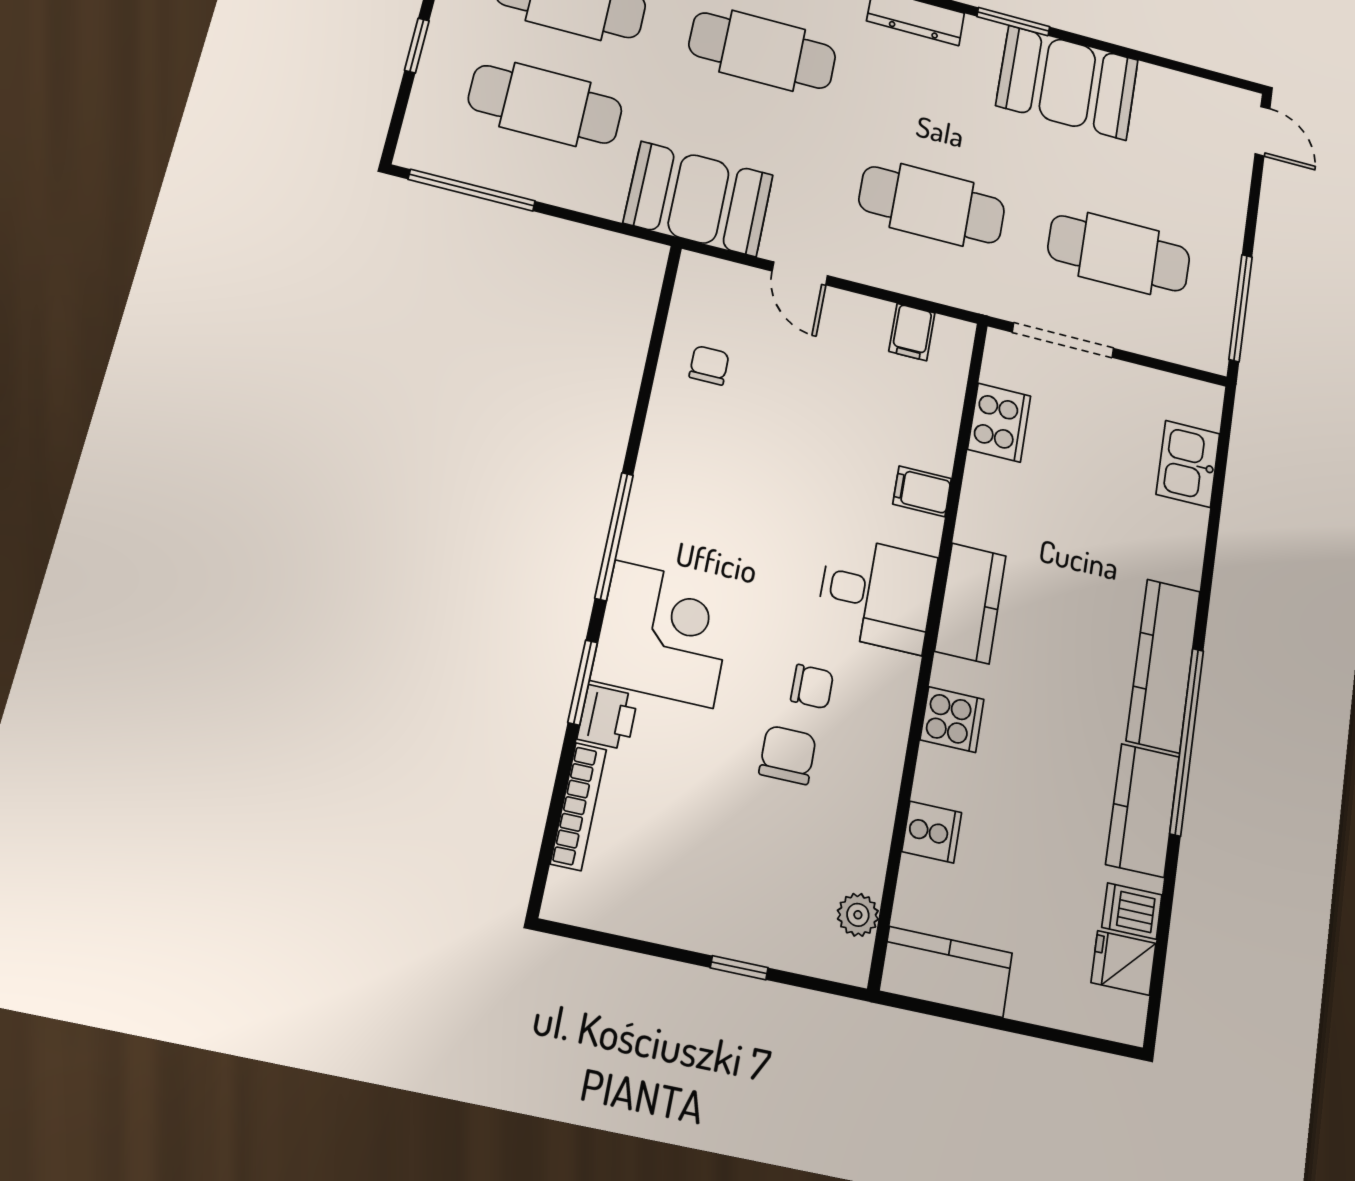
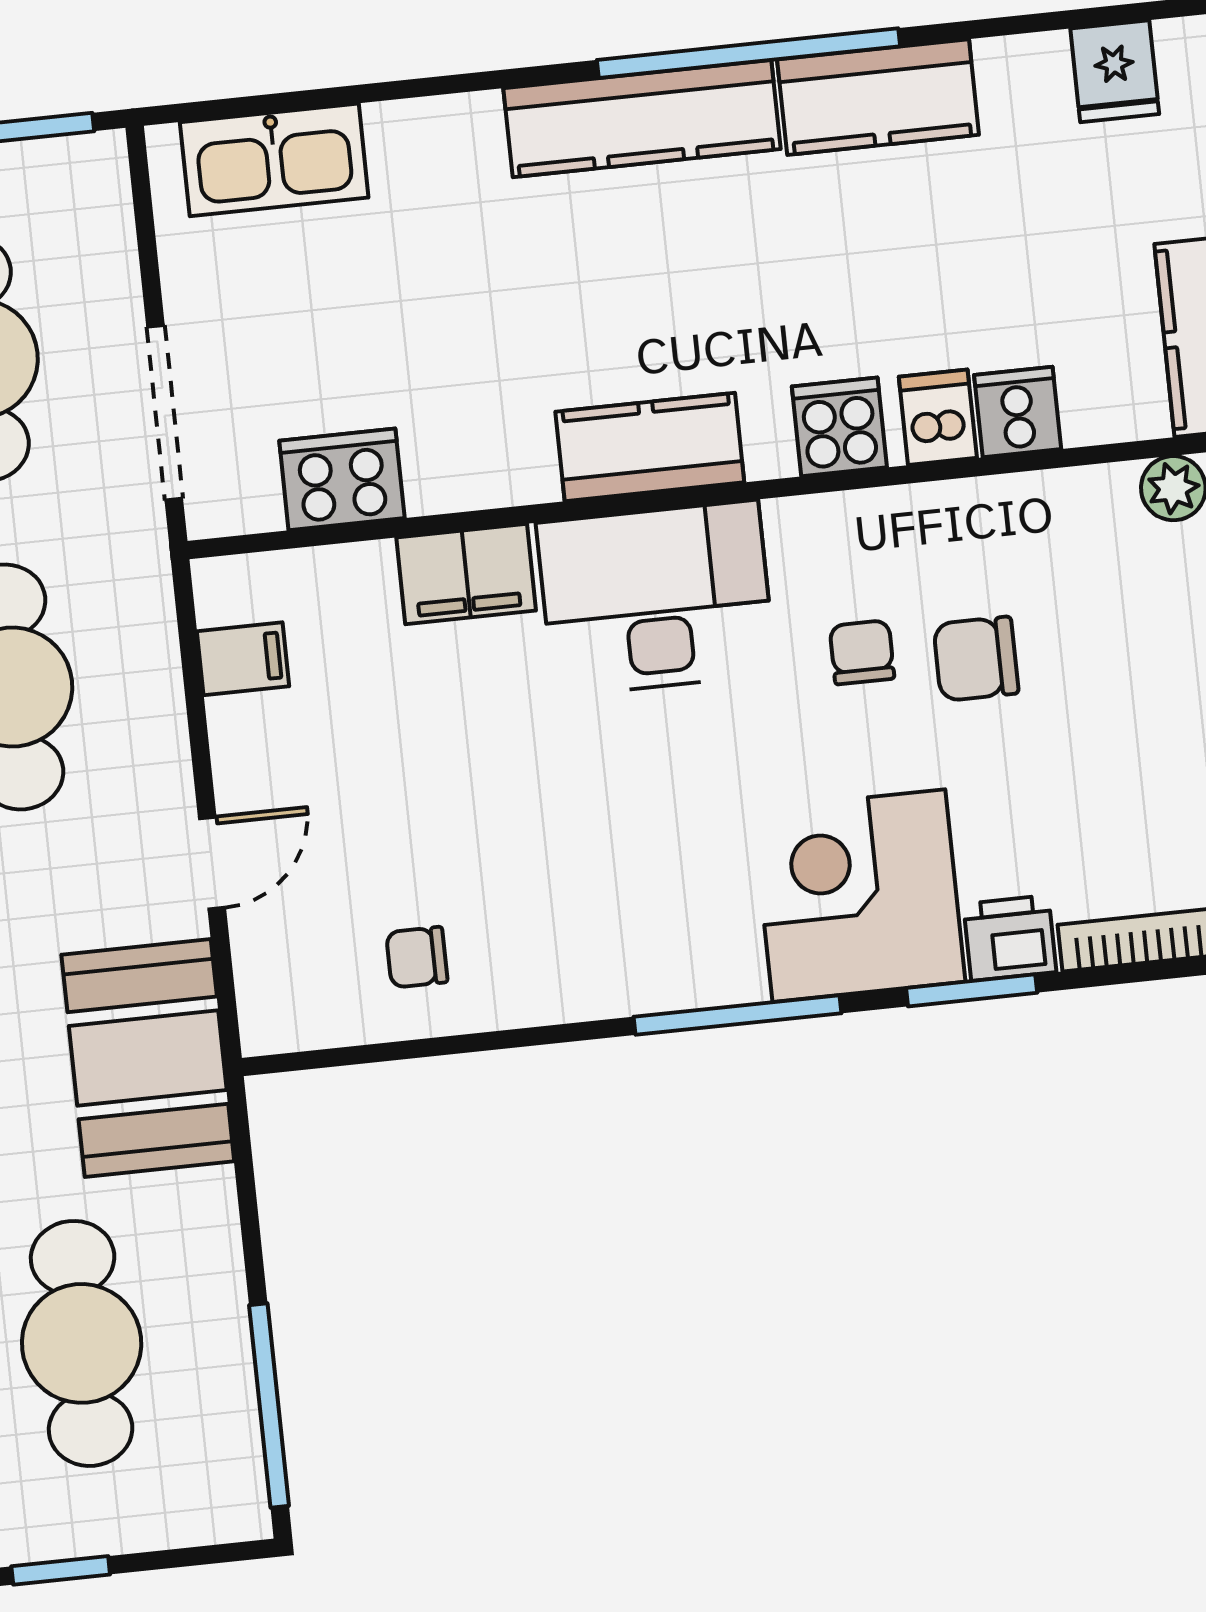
kitchen sink: (1188, 464) -> (274, 160), width x1.38
filing cabinet: (922, 491) -> (466, 574), width x2.00
desk: (877, 594) -> (656, 598), width x1.37
dishwasher: (1132, 911) -> (938, 417), moved, turned 180

